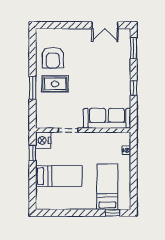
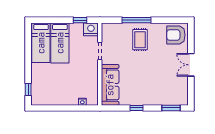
double door: (105, 25) -> (191, 65), moved
armchair: (53, 58) -> (176, 35), moved
window: (33, 88) -> (137, 20), width x1.44
bed: (107, 187) -> (41, 43), moved, turned 90

